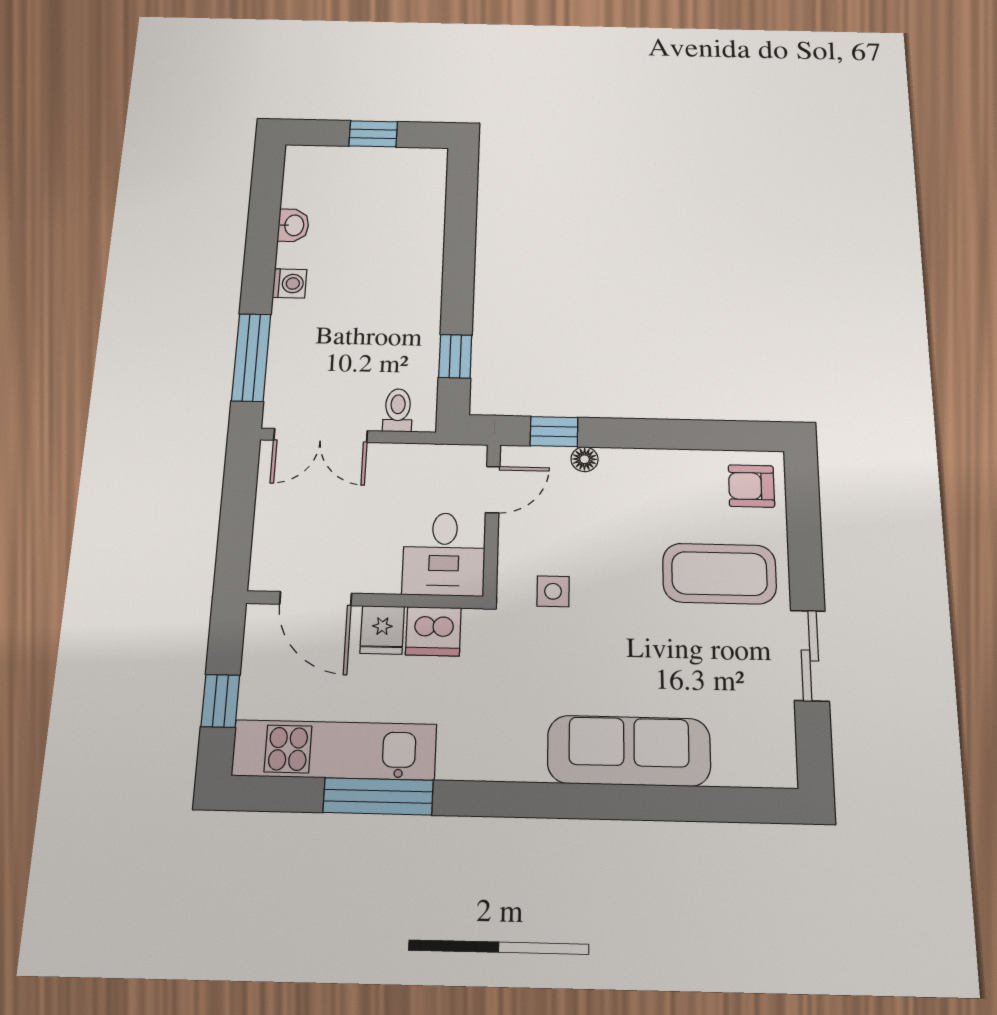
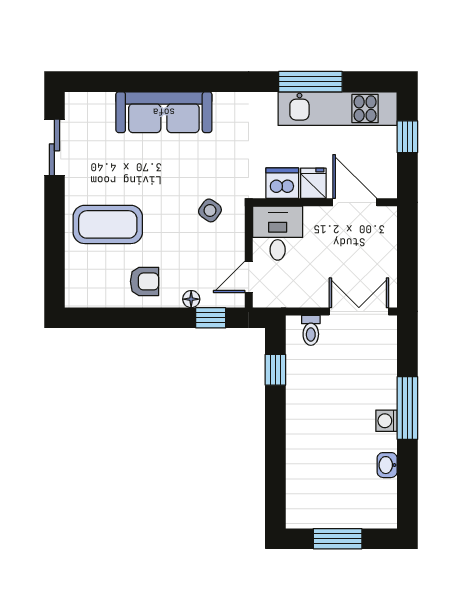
window: (373, 134) -> (338, 539), width x1.50
window: (251, 357) -> (407, 408), moved
armchair: (751, 486) -> (145, 281), moved
side table: (553, 591) -> (210, 210), turned 35
sliding door: (810, 656) -> (54, 147), moved

